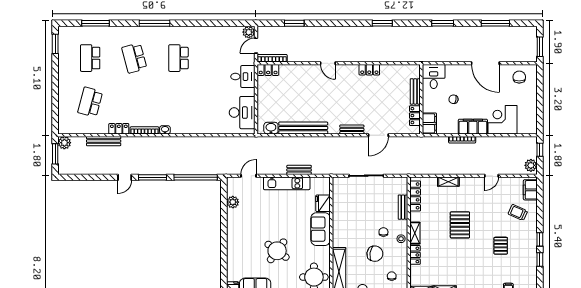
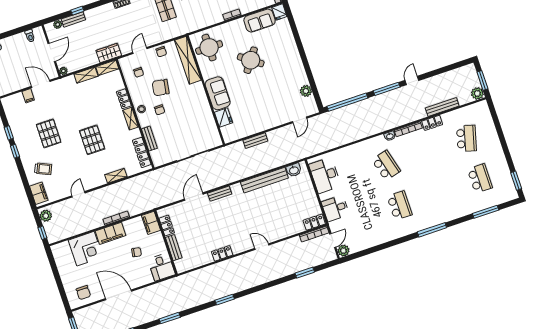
school desk: (134, 58) -> (386, 165), moved
kitchen unit: (287, 183) -> (263, 125), removed
pallet: (501, 246) -> (49, 133), width x1.50, depth x1.42

